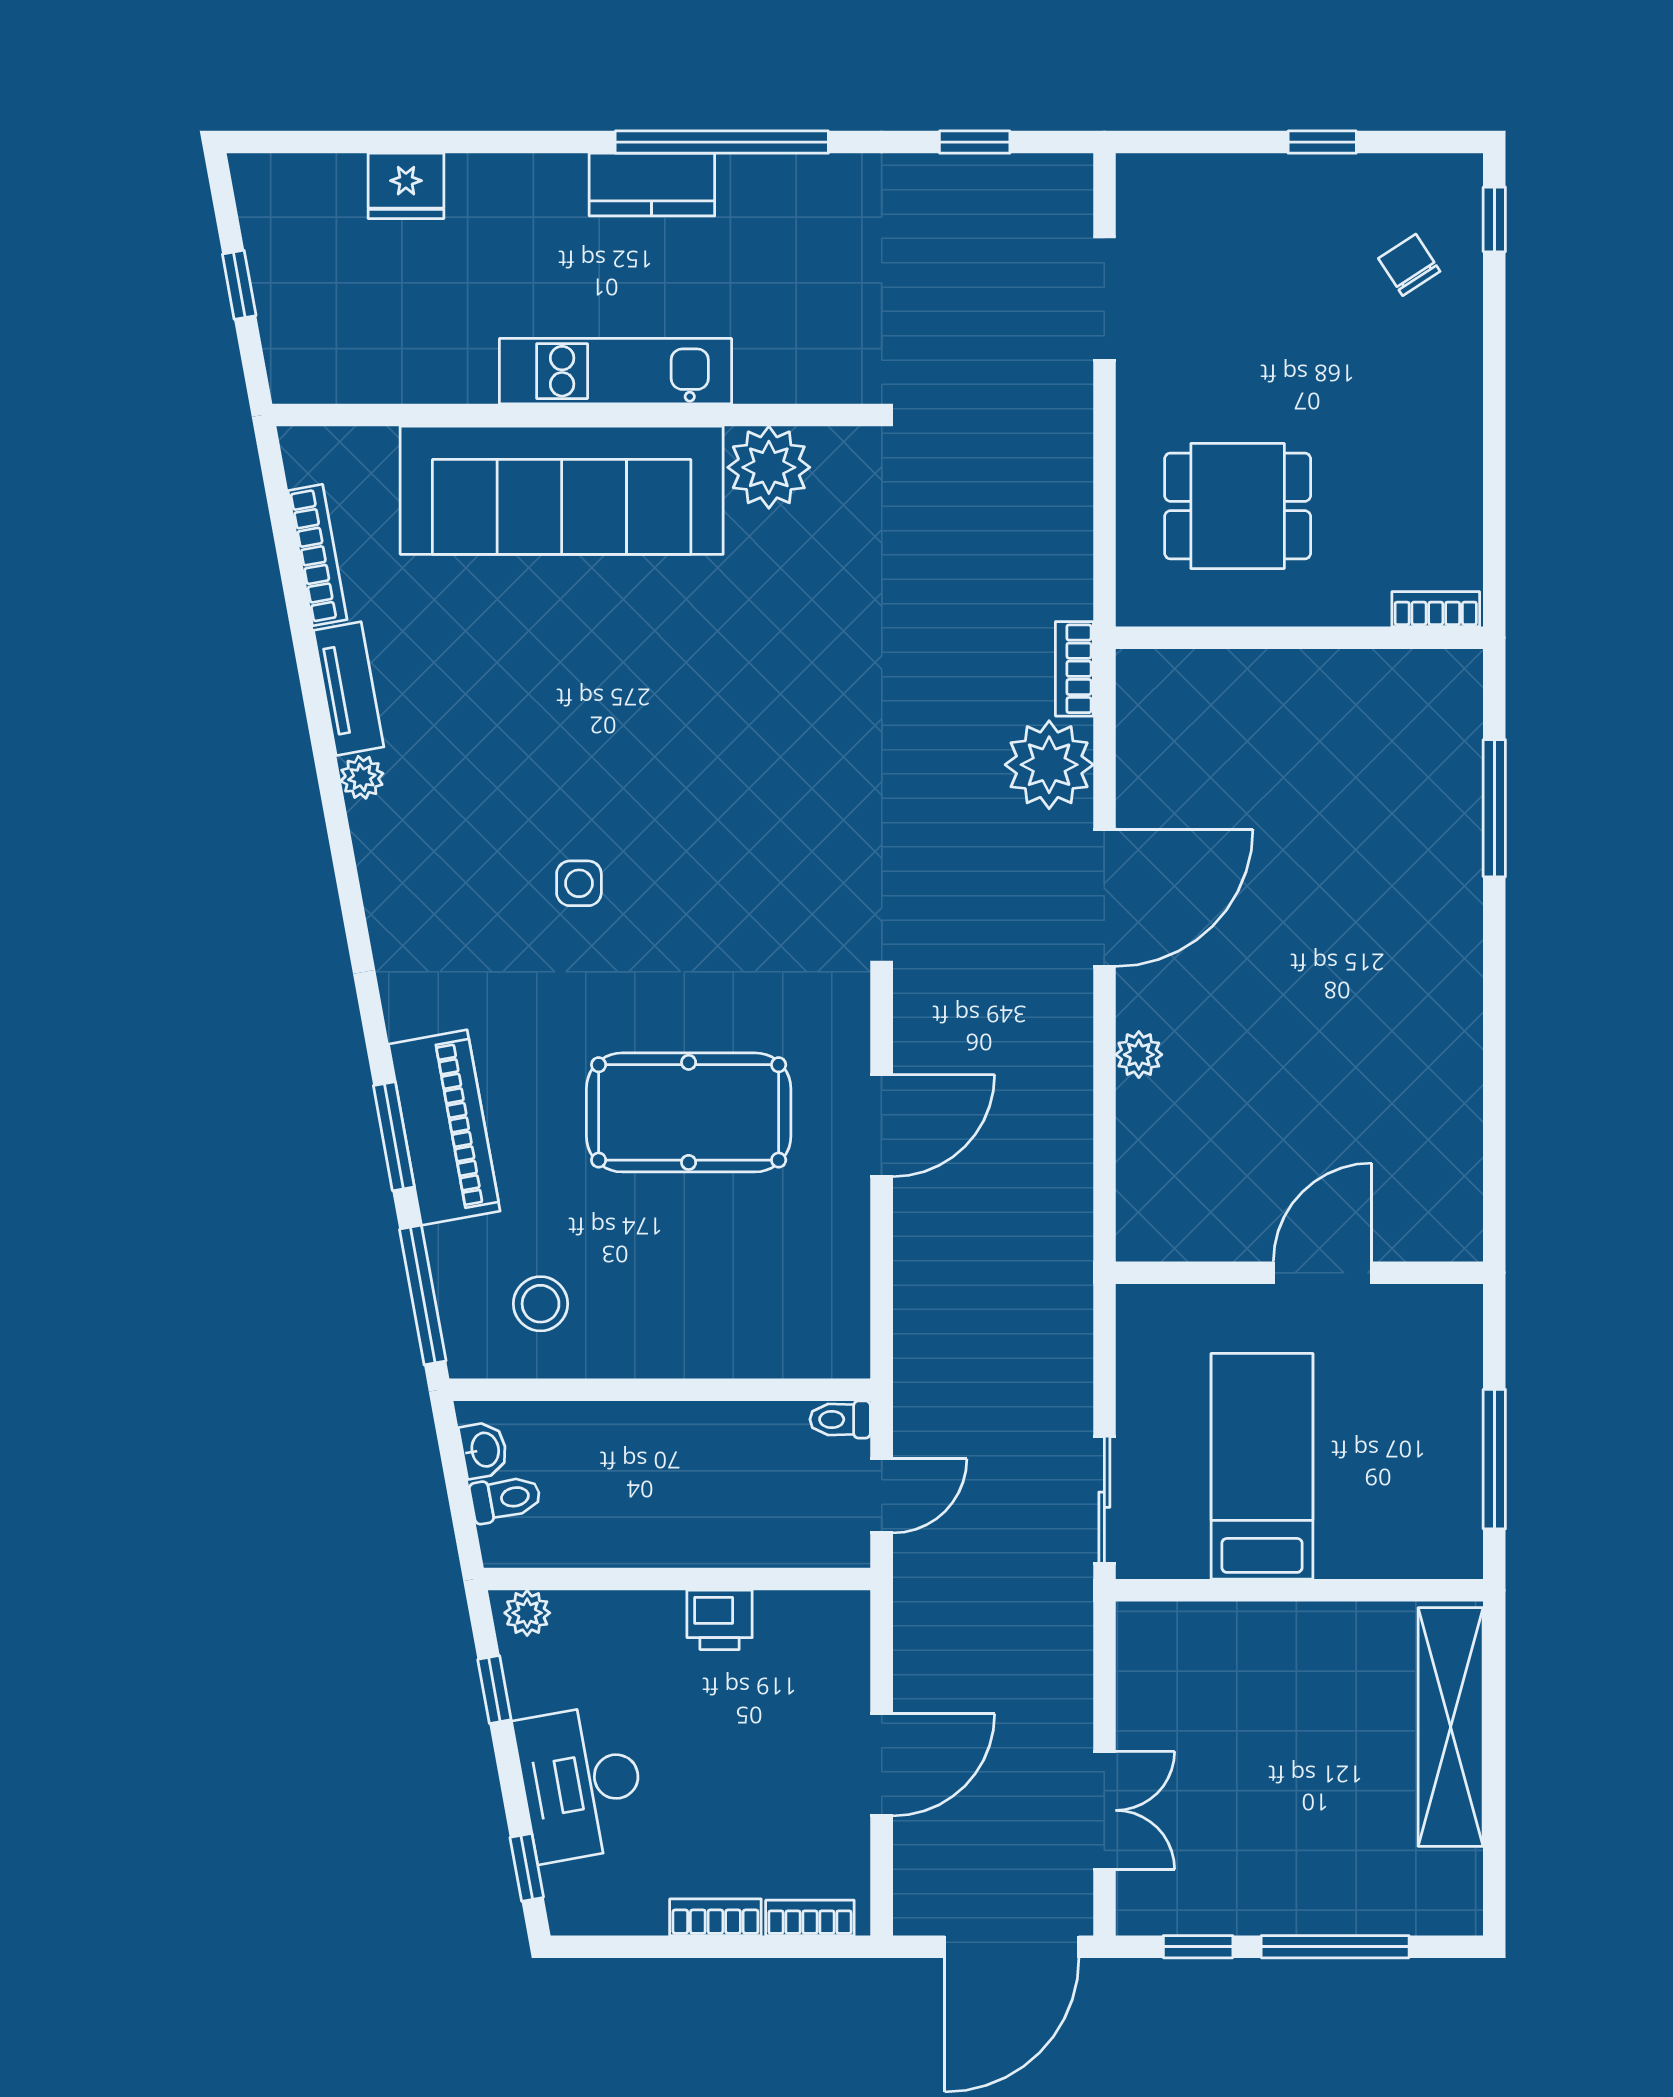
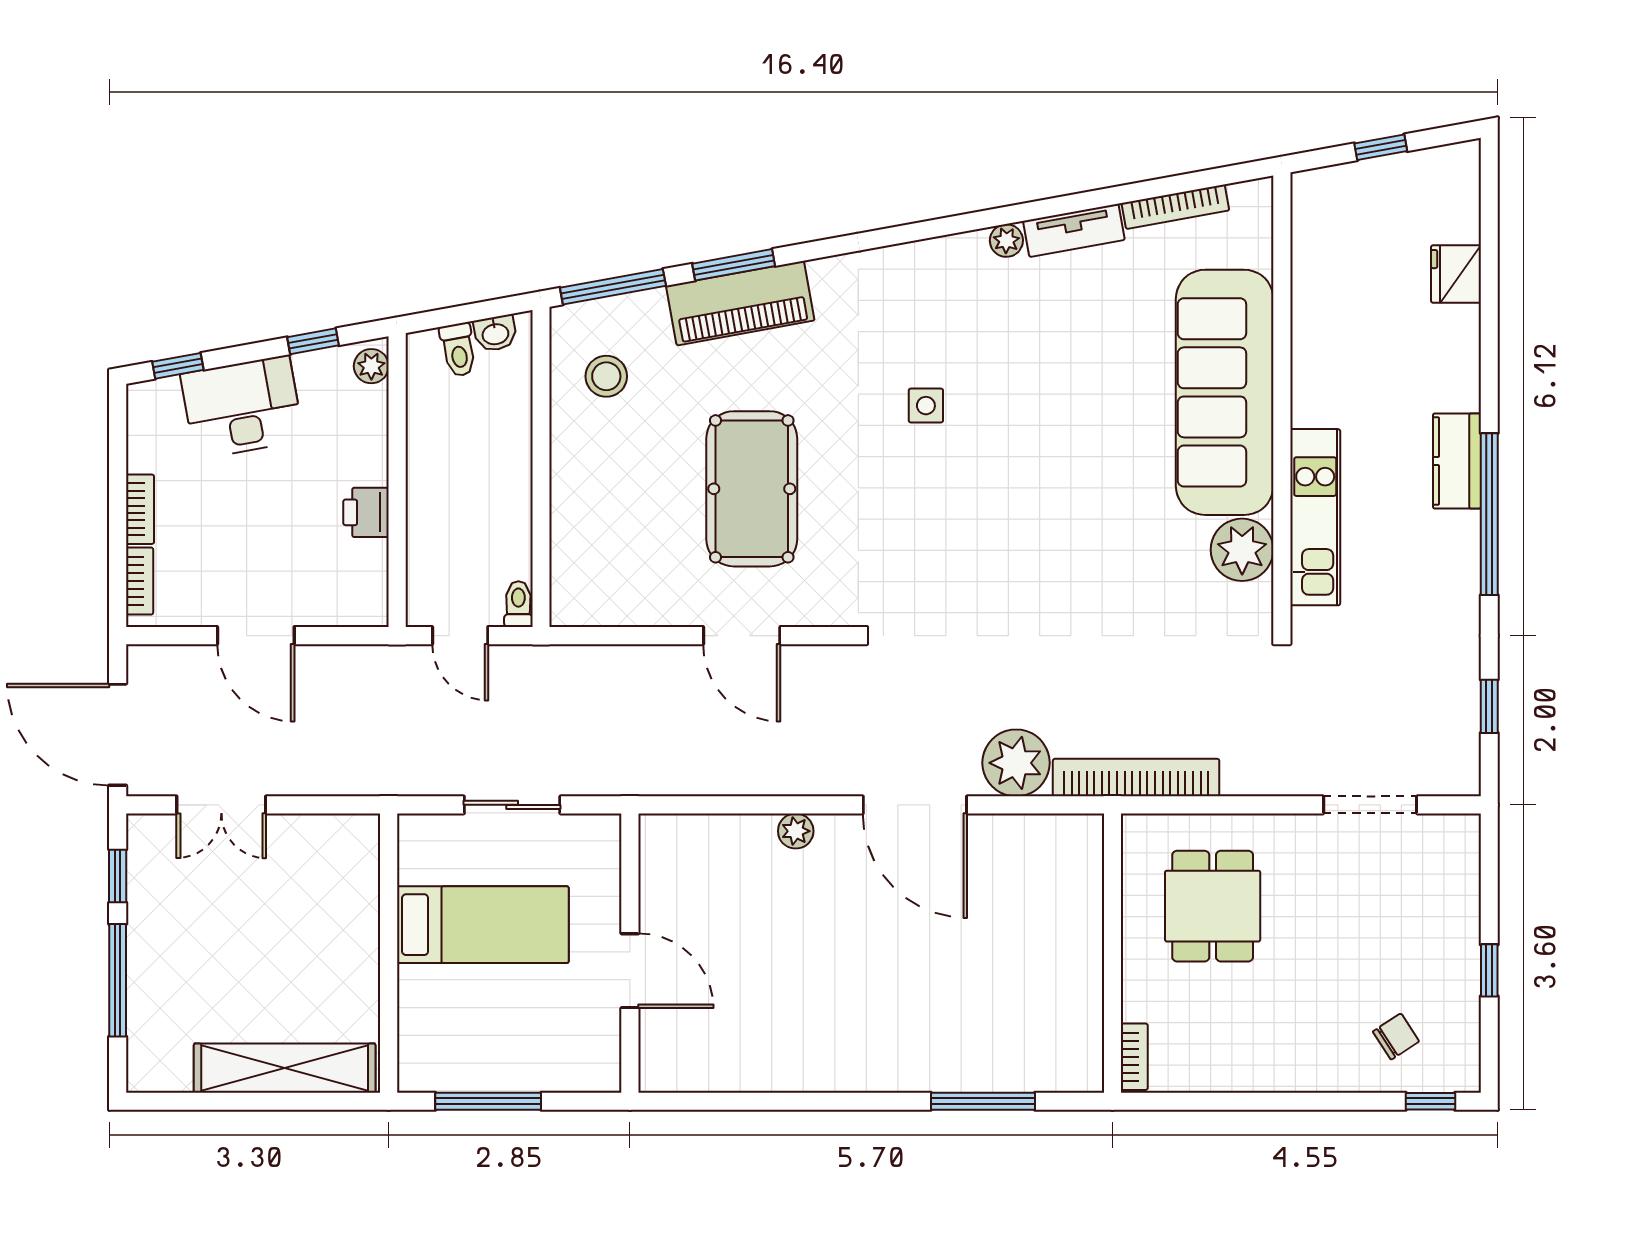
kitchen unit: (615, 371) -> (1315, 517), moved
bookcase: (1074, 669) -> (1136, 778), width x2.31, depth x1.31
sliding door: (1104, 1500) -> (512, 805), moved

